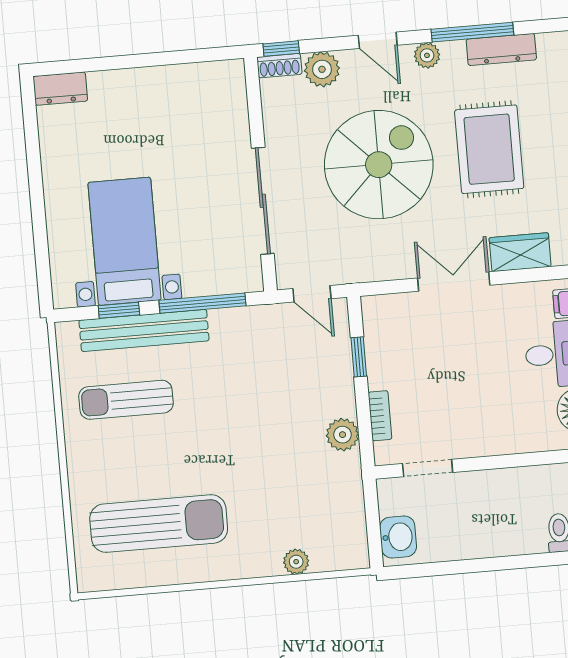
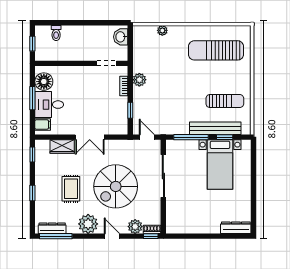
window: (472, 32) -> (56, 236), moved
dresser: (501, 49) -> (52, 228), moved
plant: (427, 55) -> (88, 224), width x1.87, depth x1.87
dresser: (60, 89) -> (236, 228), width x1.44
rug: (489, 149) -> (71, 189), width x0.73, depth x0.70

